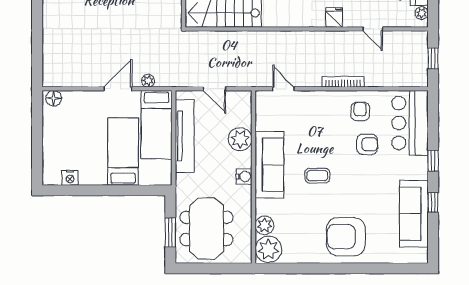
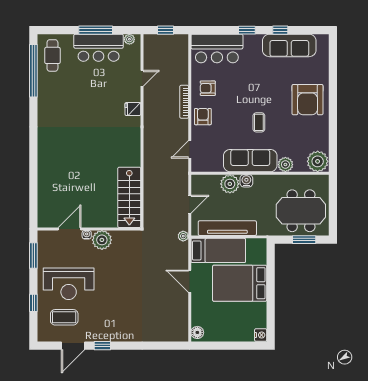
plant: (148, 81) -> (183, 236), moved
armchair: (367, 144) -> (203, 117), moved
bed: (123, 151) -> (240, 283), width x1.50
water cooler: (244, 176) -> (246, 181), moved
nightstand: (70, 178) -> (261, 335), moved
plant: (264, 225) -> (285, 165), moved

